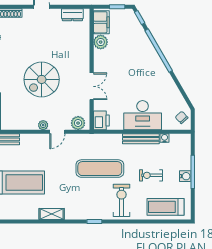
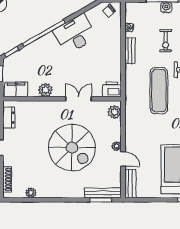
plant: (101, 42) -> (45, 90), moved
spiral stairs: (42, 79) -> (72, 148), width x1.37, depth x1.37
desk: (143, 115) -> (75, 34), moved, turned -120
door: (57, 132) -> (123, 159), moved
bench: (141, 139) -> (130, 51), width x0.73

